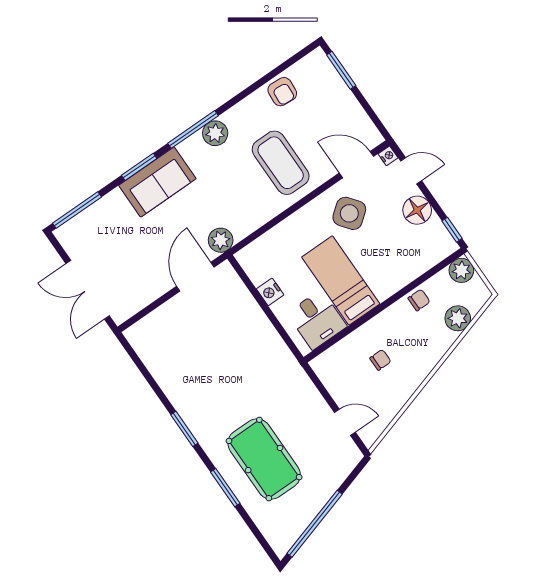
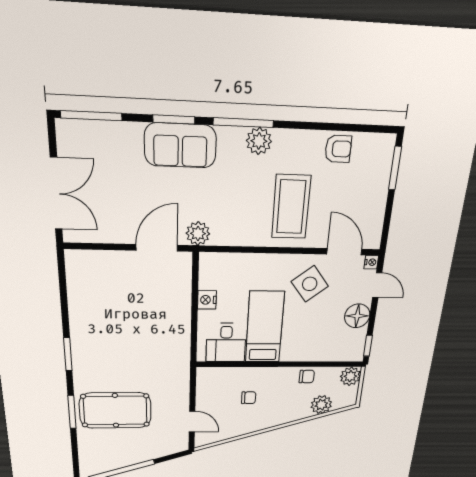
armchair: (282, 92) -> (338, 149), turned -94
double door: (88, 290) -> (56, 194), swing flipped
pool table: (264, 459) -> (115, 410), turned 90

